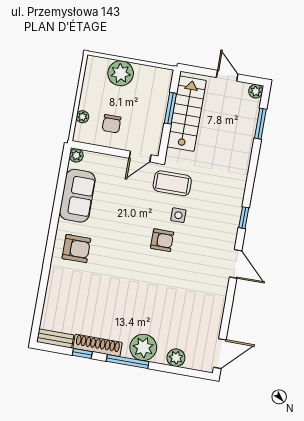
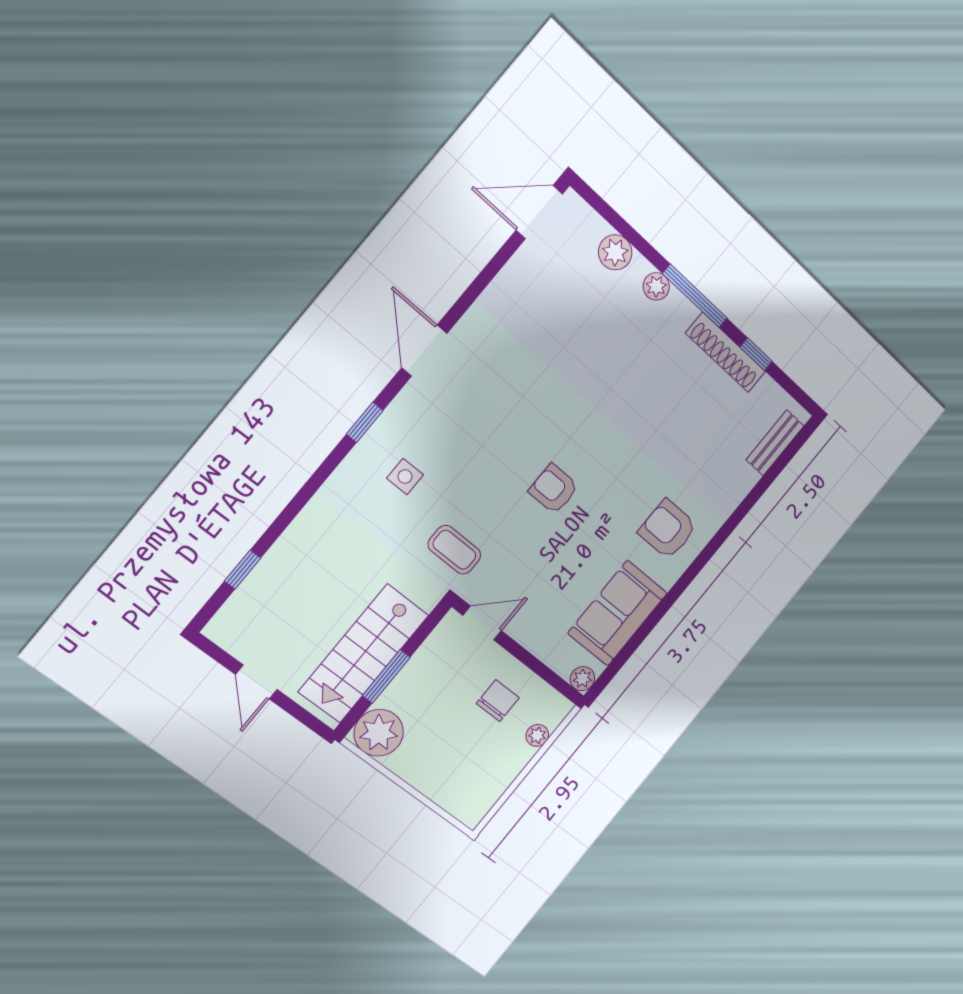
plant: (121, 73) -> (379, 733), moved
plant: (256, 91) -> (219, 630), removed
window: (260, 124) -> (243, 570), width x0.67
coffee table: (172, 183) -> (454, 550), width x0.73, depth x0.77
side table: (178, 215) -> (405, 477), moved
armchair: (162, 240) -> (554, 489), moved
bench: (55, 338) -> (775, 443), moved, turned 90
plant: (143, 347) -> (656, 286), width x0.53, depth x0.53

